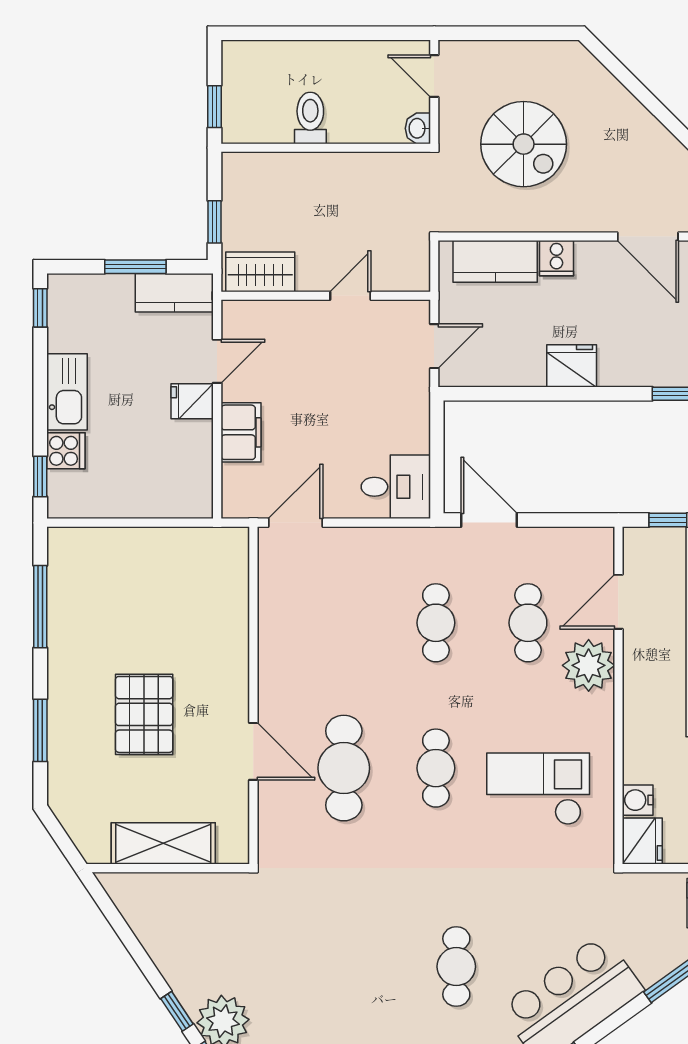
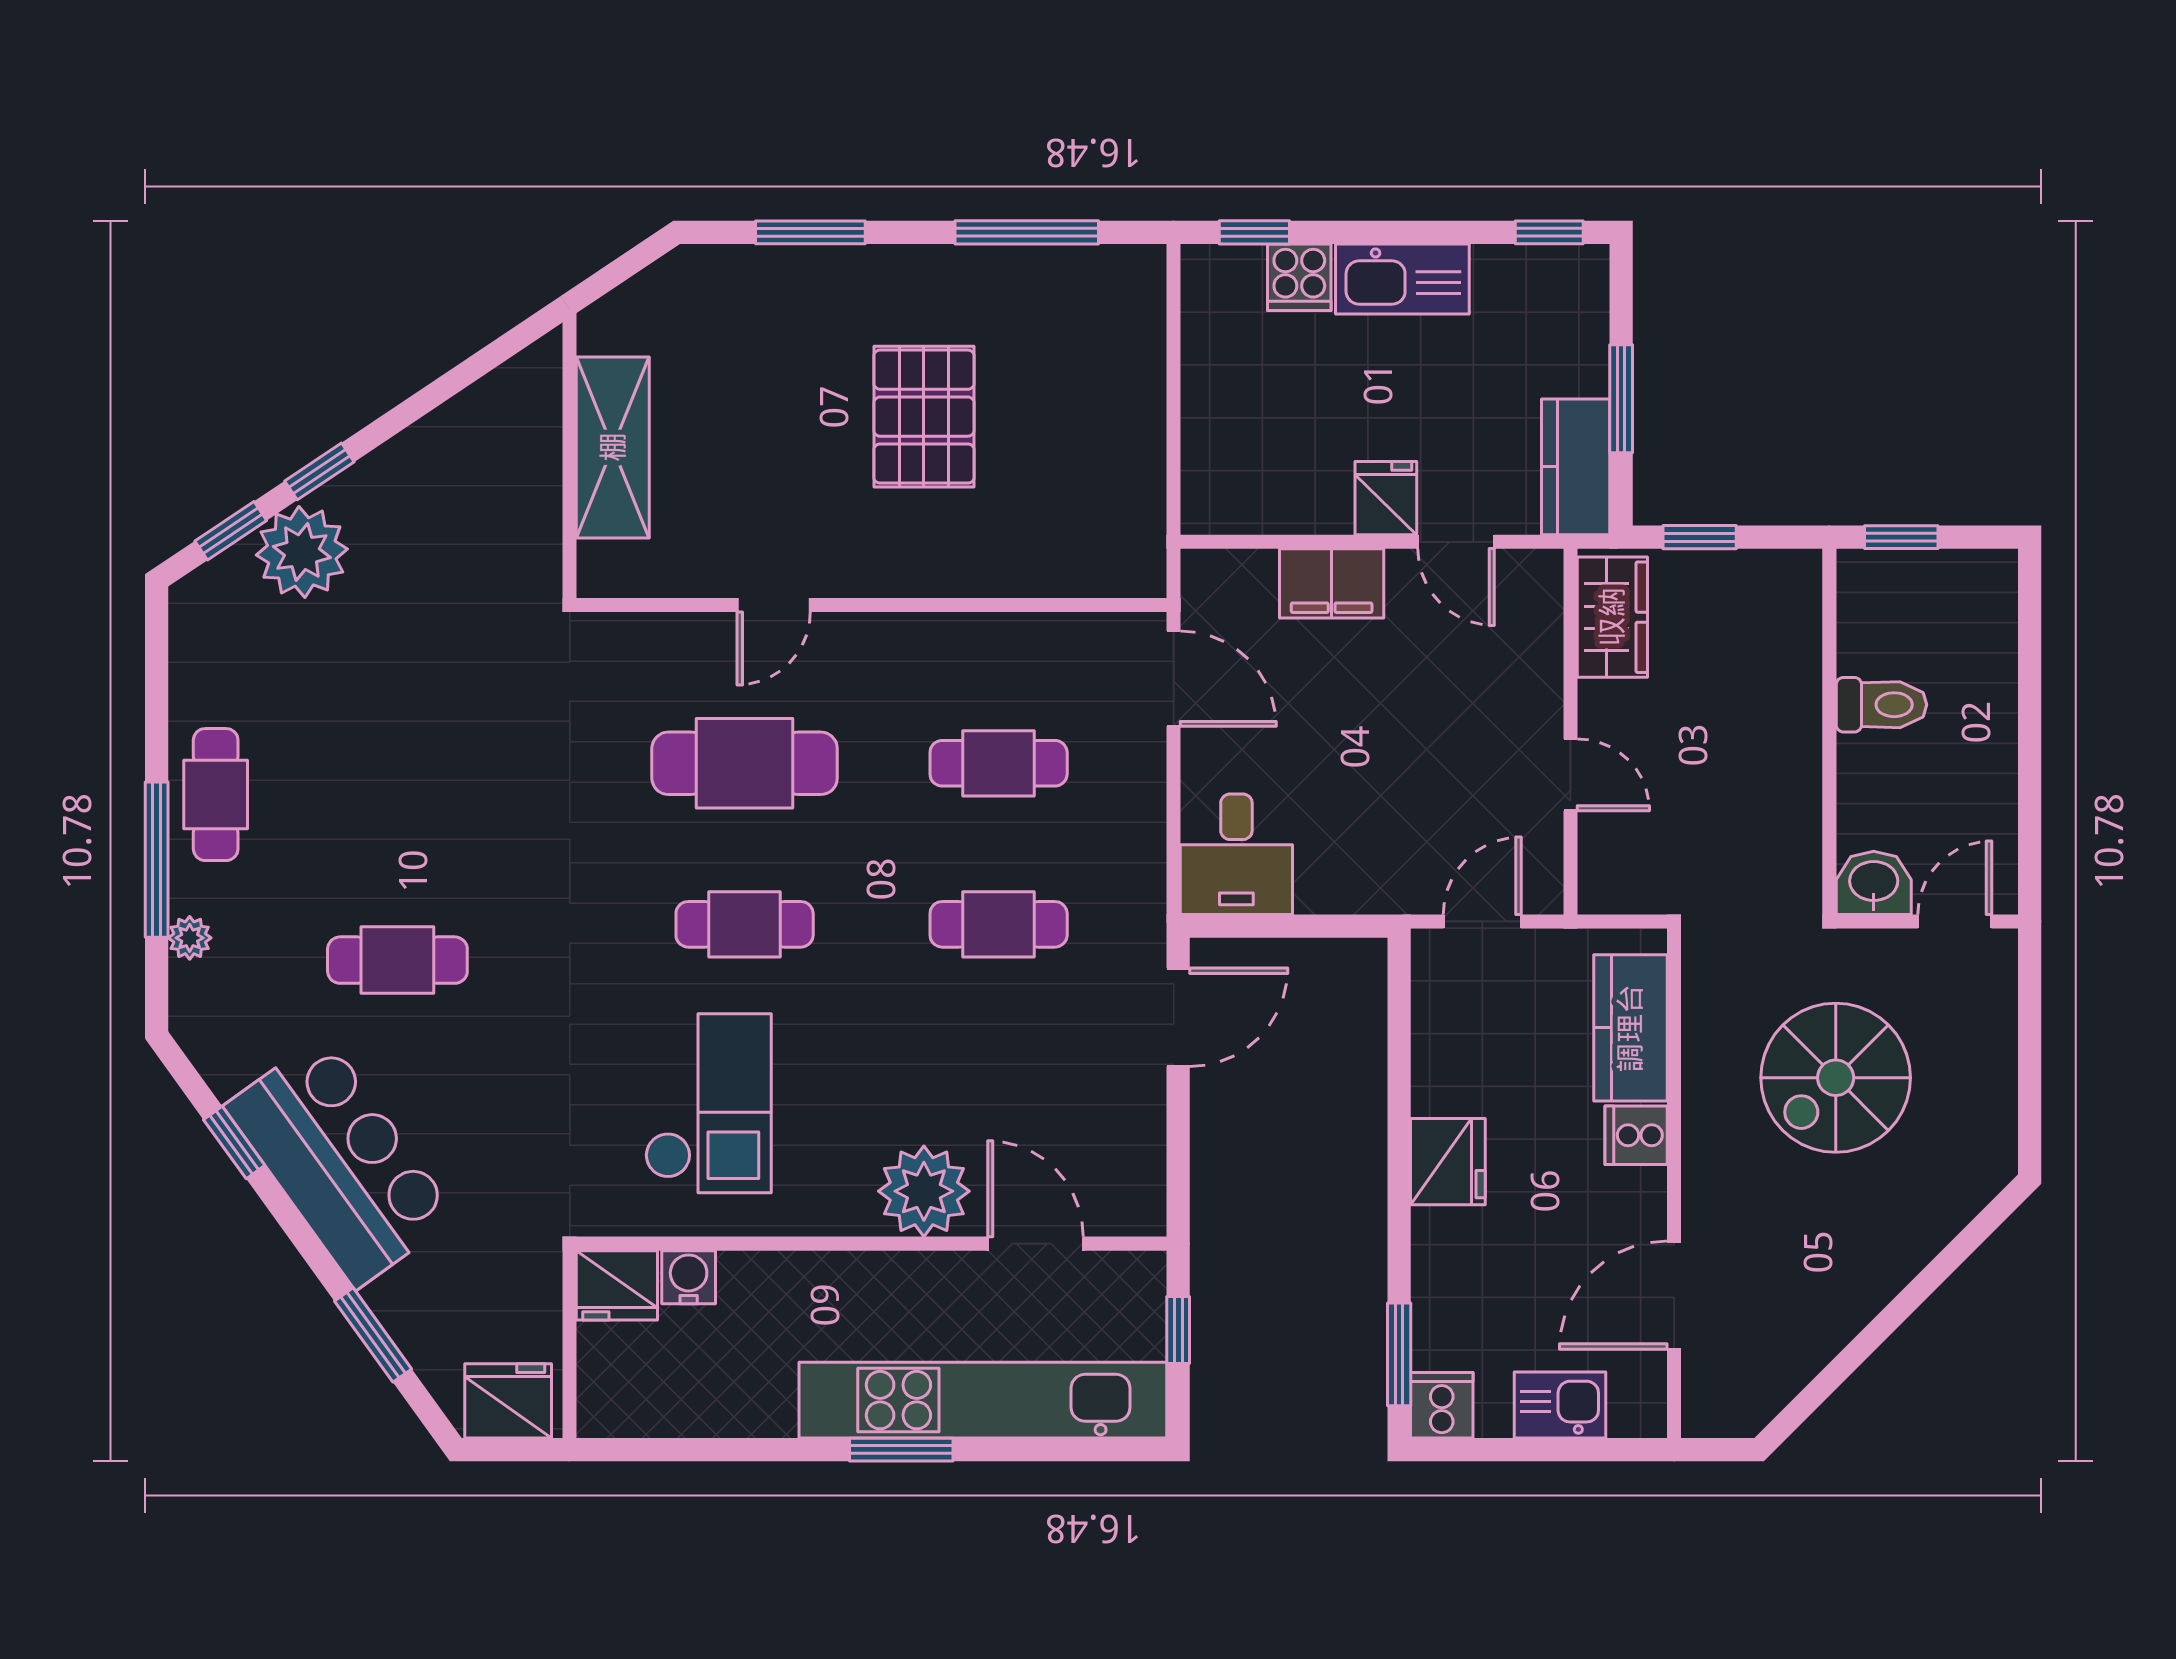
washbasin: (418, 128) -> (1874, 883), width x1.38, depth x1.45
door: (434, 346) -> (1482, 921), swing flipped
cafe table: (528, 623) -> (999, 763), moved
pallet: (144, 714) -> (924, 417), moved, turned 90
door: (253, 751) -> (774, 605), width x0.73

